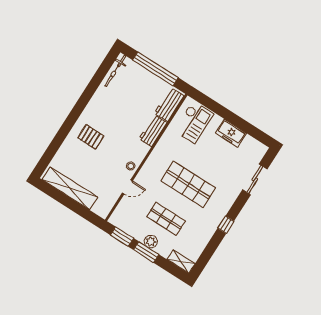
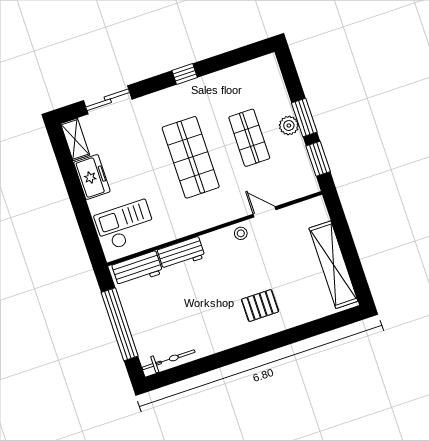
pallet: (91, 137) -> (260, 306), turned 90
shelving: (181, 262) -> (75, 139), moved

